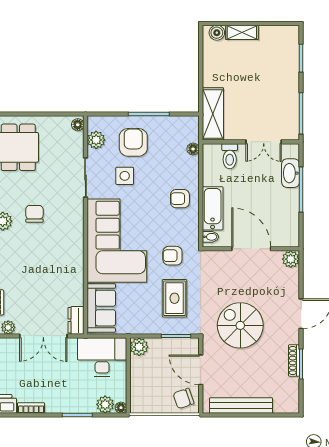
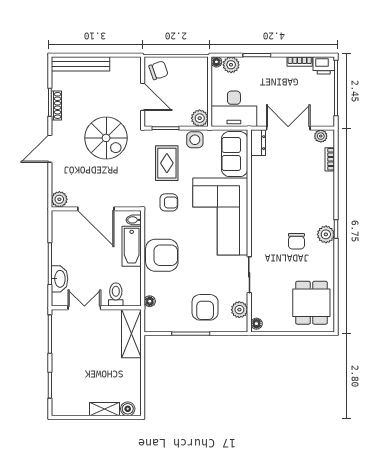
side table: (125, 176) -> (195, 140), moved
armchair: (180, 199) -> (162, 255), width x1.88, depth x1.88
bench: (241, 405) -> (80, 64), moved

